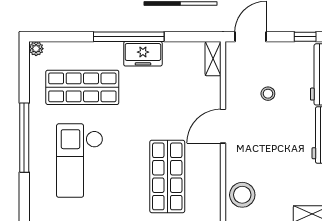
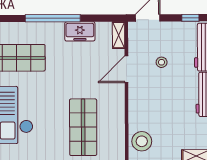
freezer: (143, 54) -> (80, 31), moved
door: (223, 126) -> (126, 69), moved

